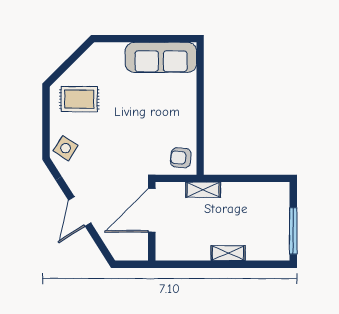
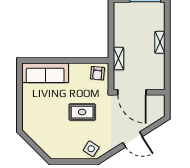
sofa: (161, 57) -> (45, 73), moved, turned 90
rug: (79, 99) -> (82, 112), moved, turned 90

